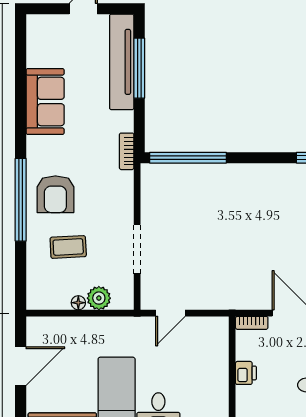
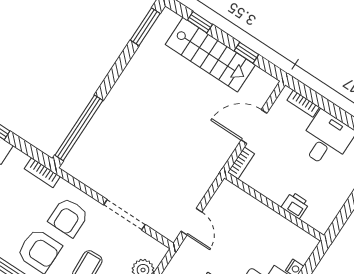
armchair: (102, 201) -> (68, 217), added
printer: (246, 373) -> (295, 205), moved

